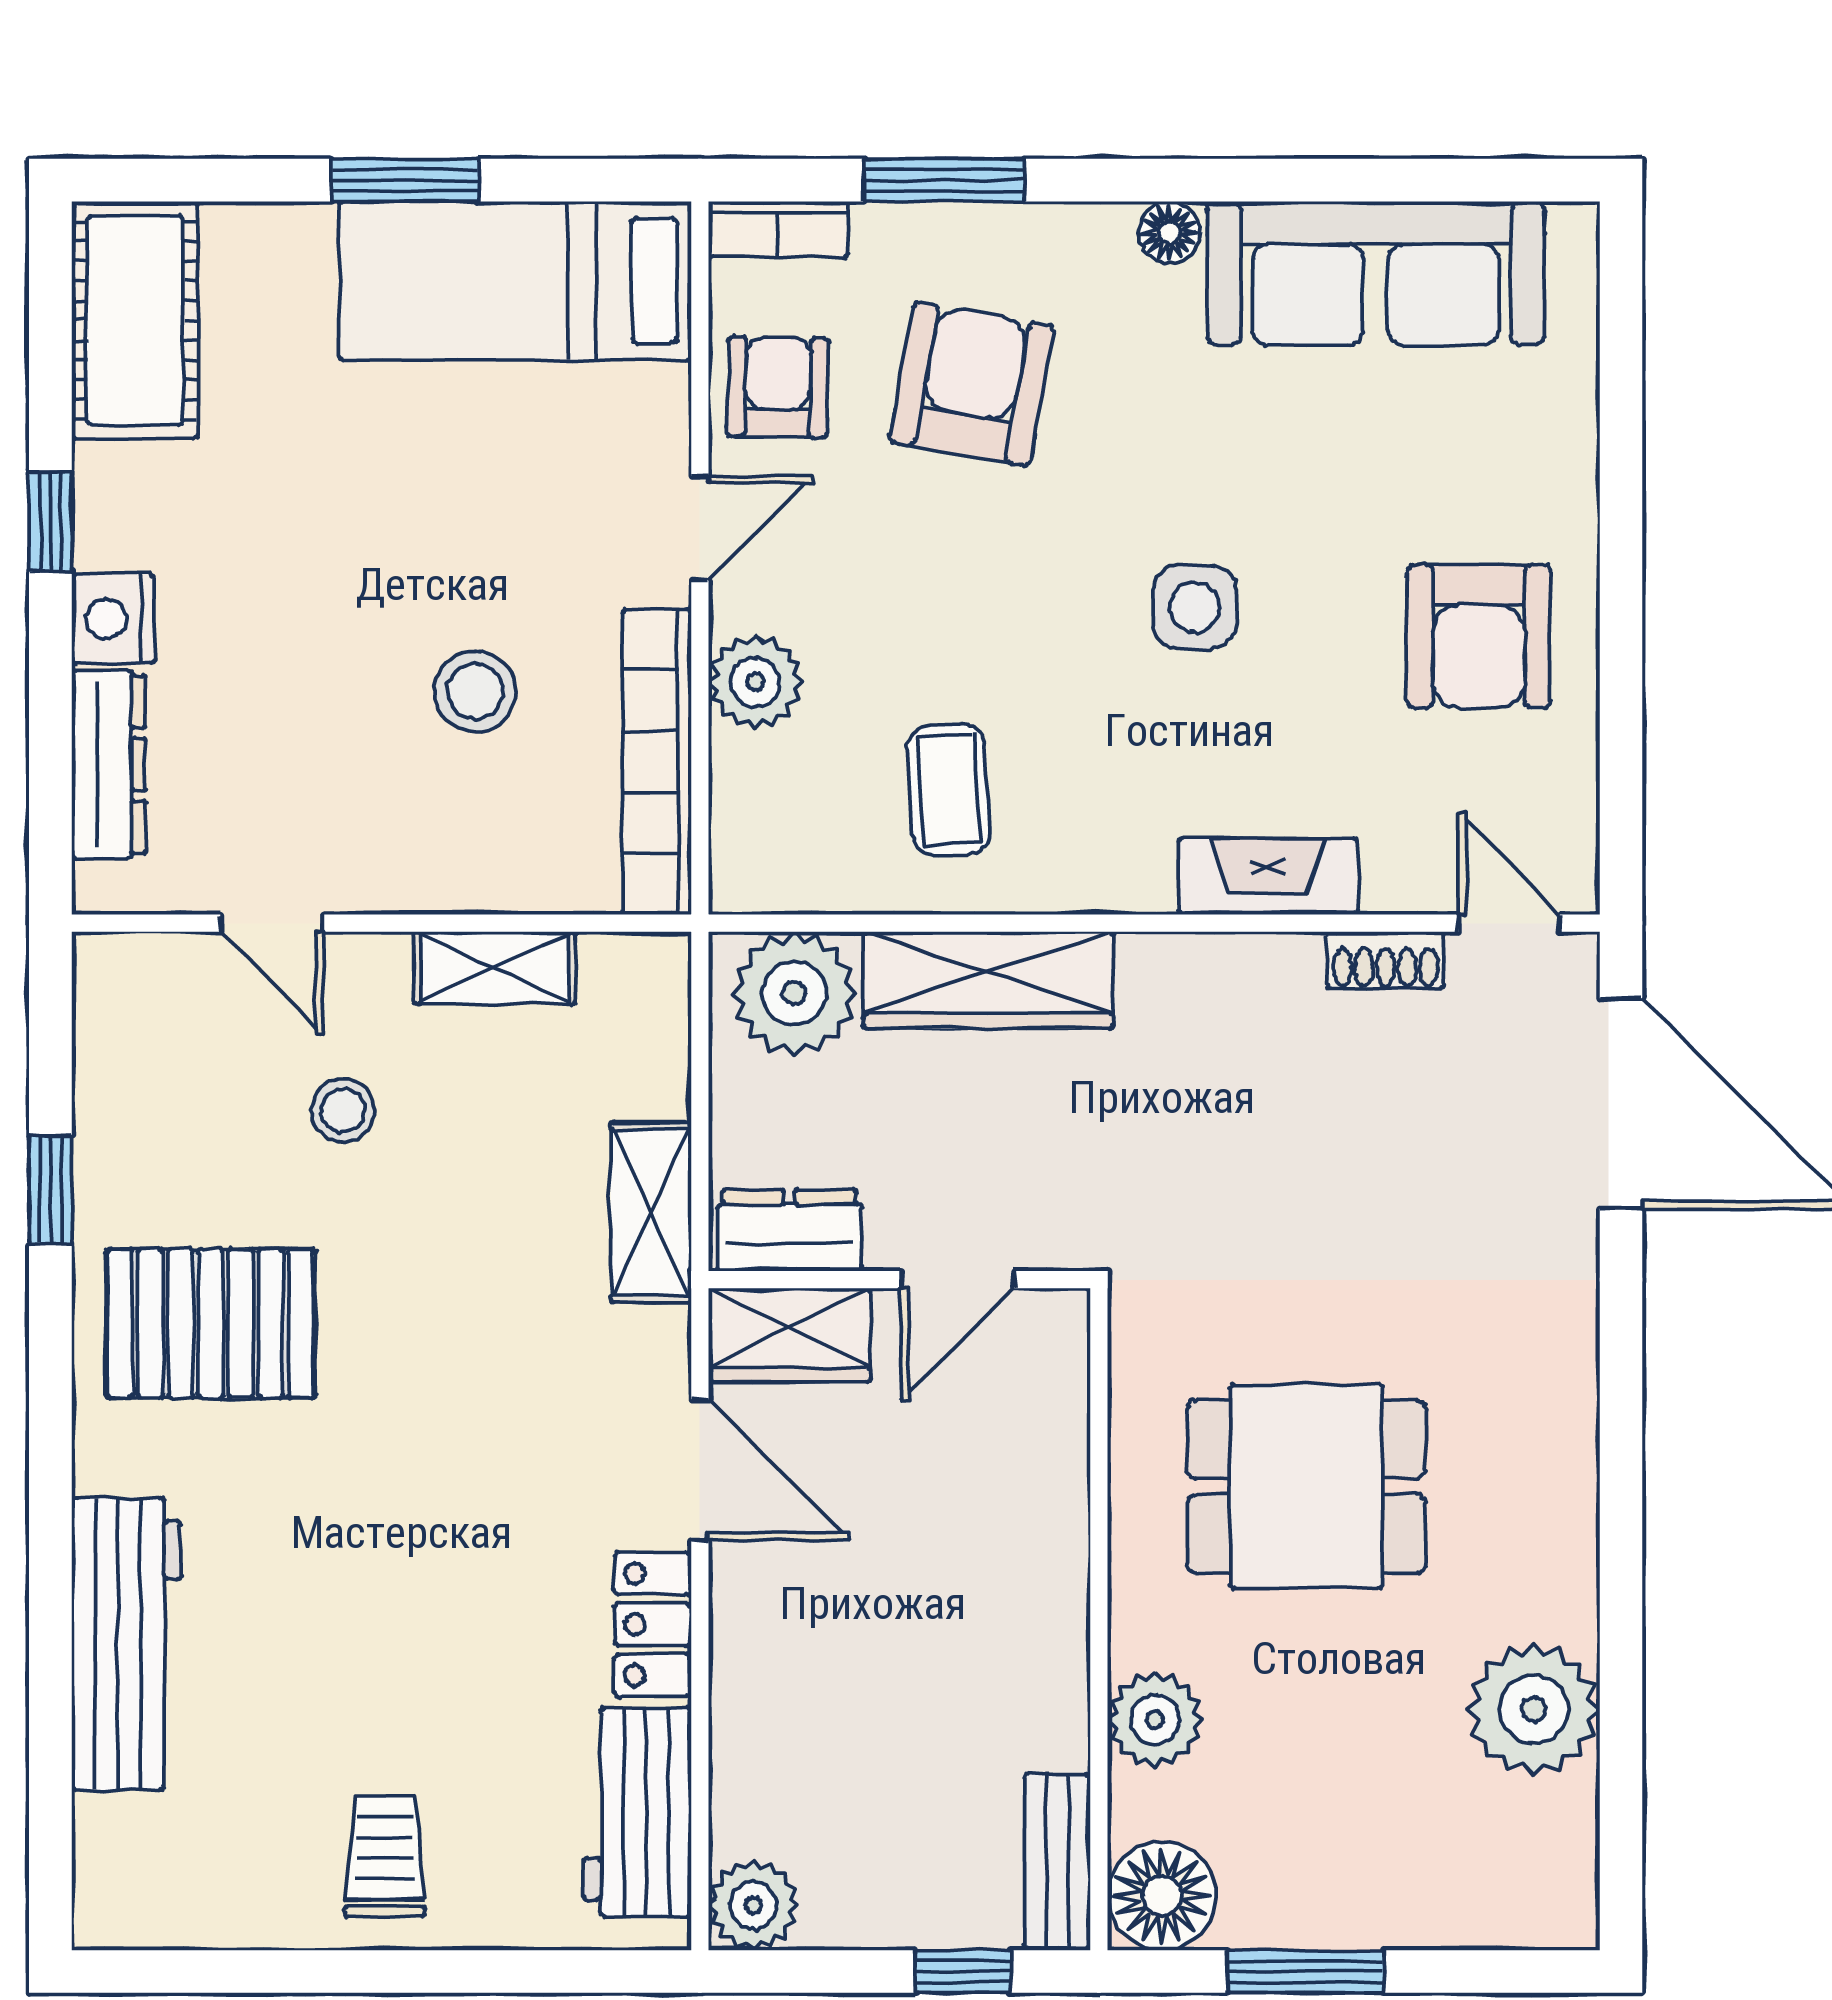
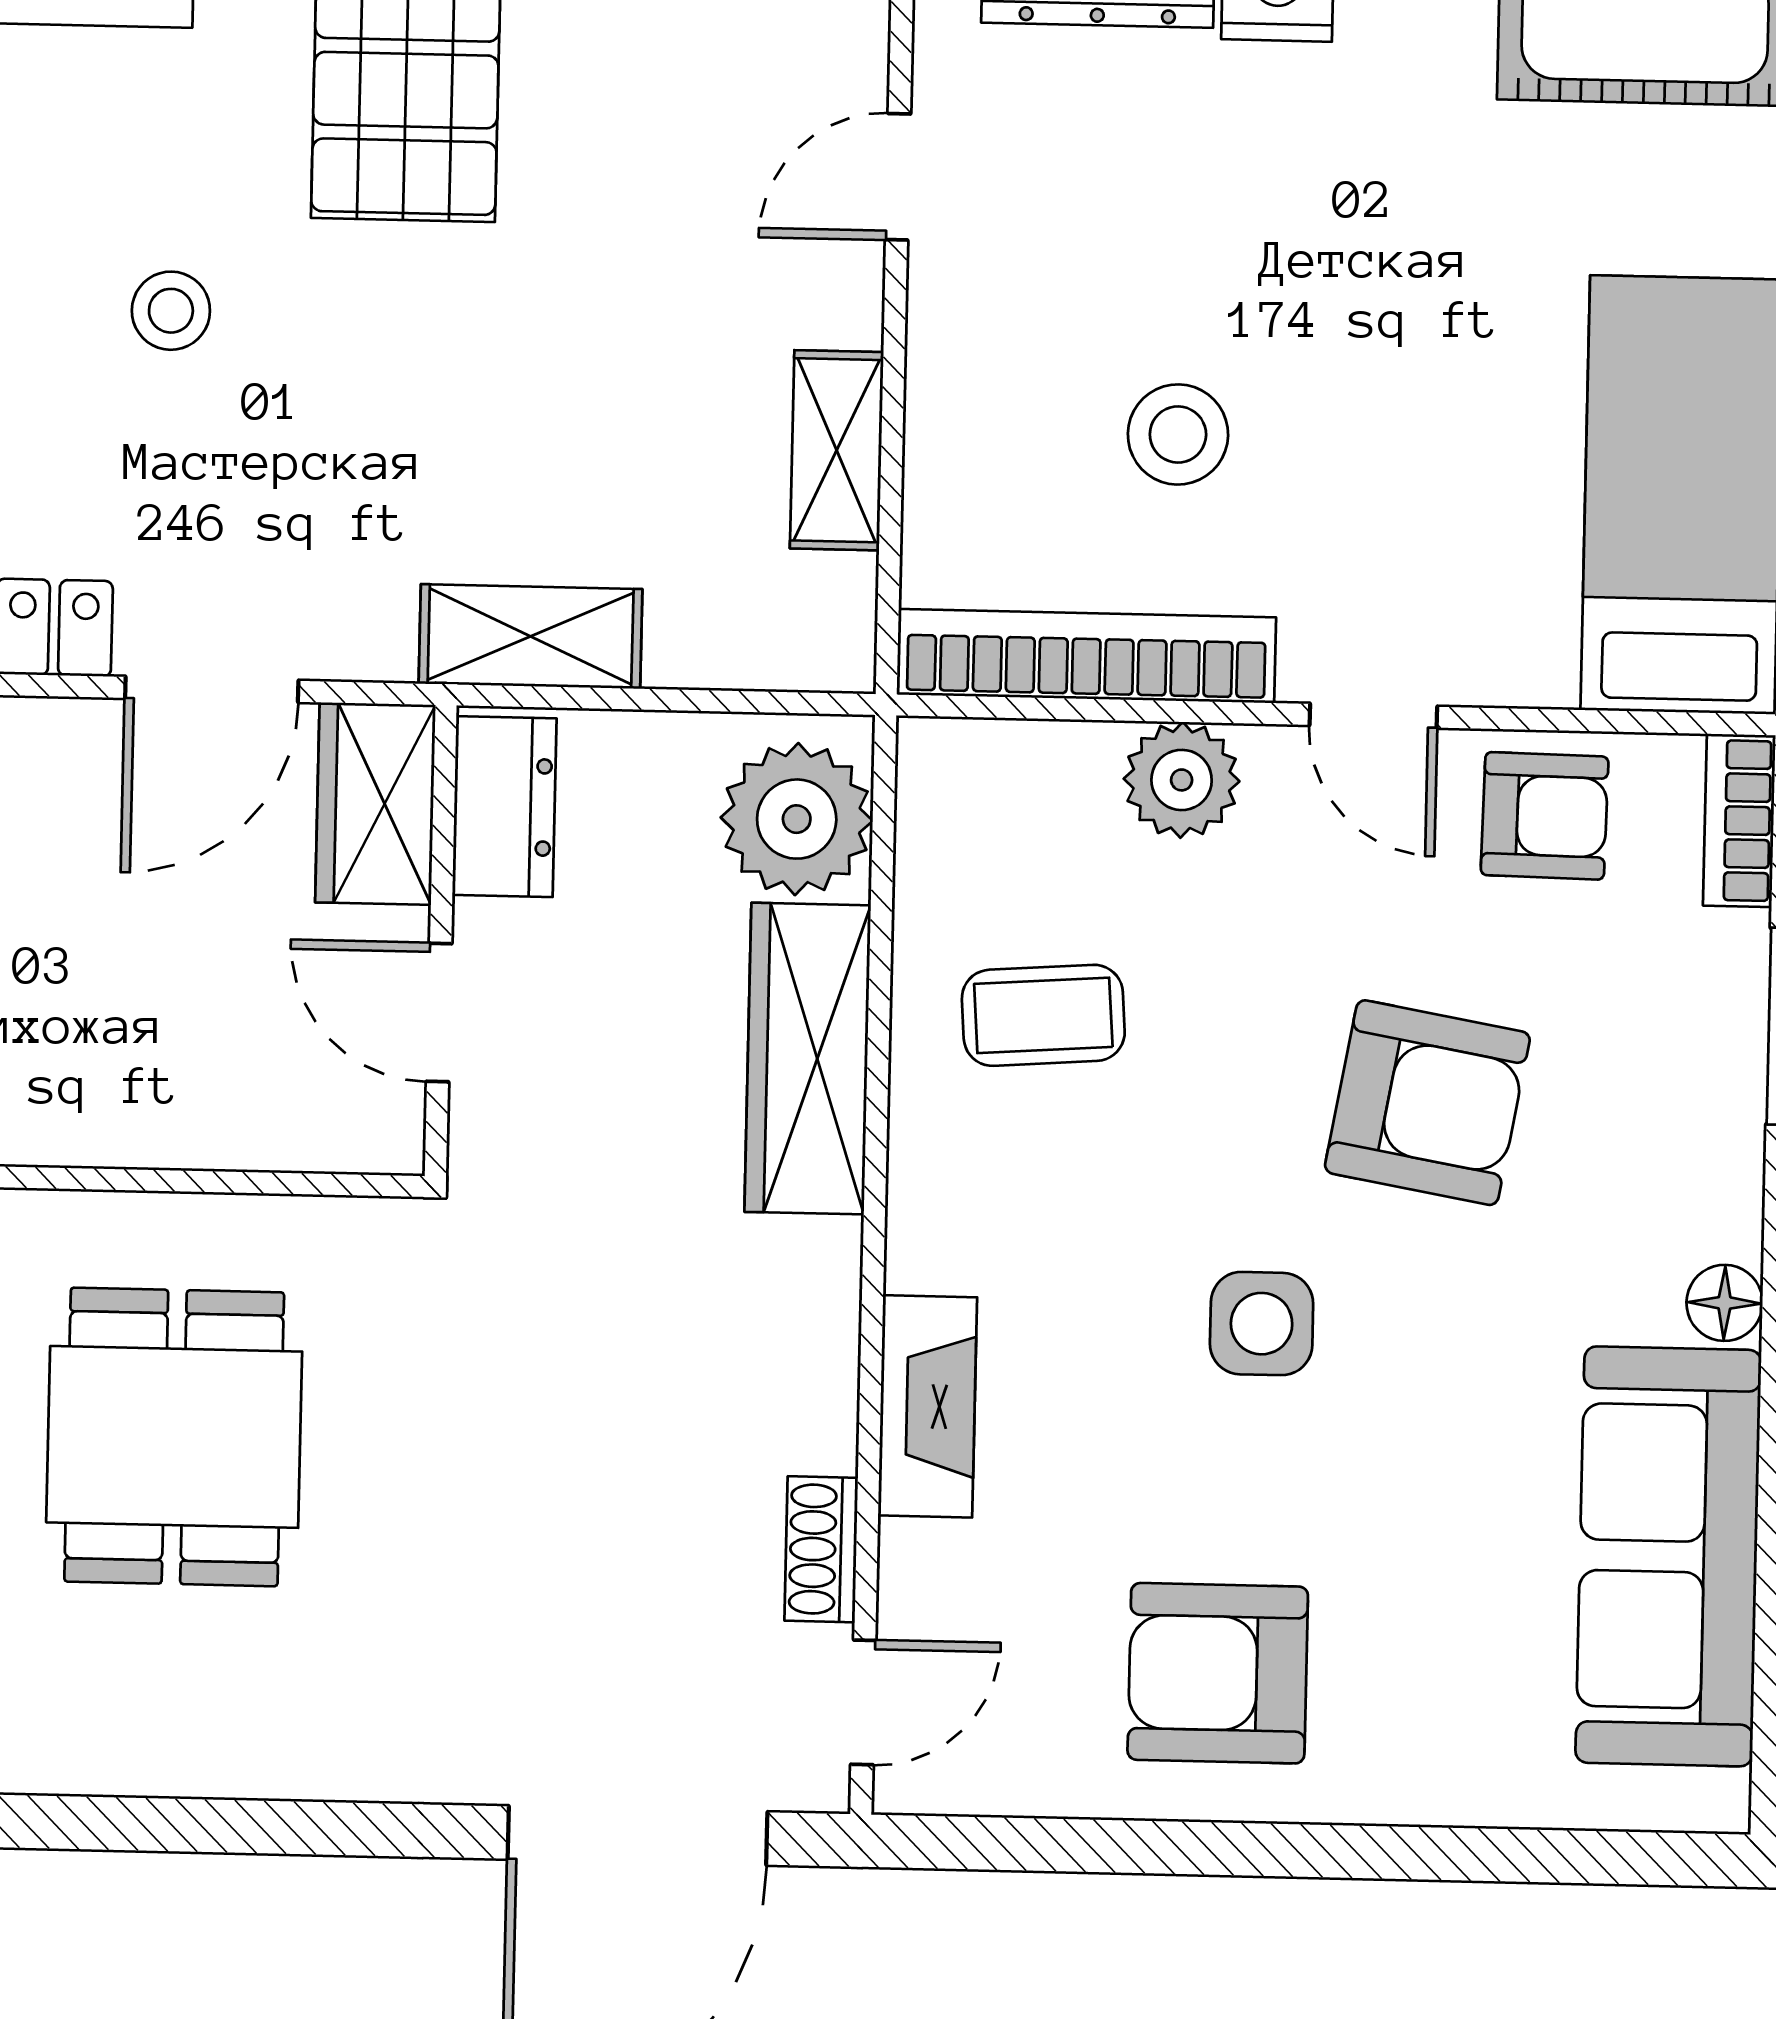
armchair: (972, 384) -> (1427, 1103), moved
stool: (343, 1110) -> (171, 311), moved

